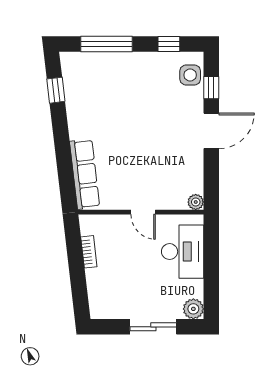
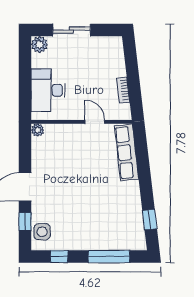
door: (143, 212) -> (95, 122), moved

